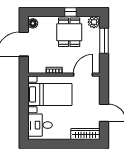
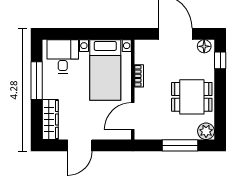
window: (71, 12) -> (220, 60), moved
door: (83, 75) -> (133, 116), swing flipped
window: (58, 144) -> (37, 81), added

